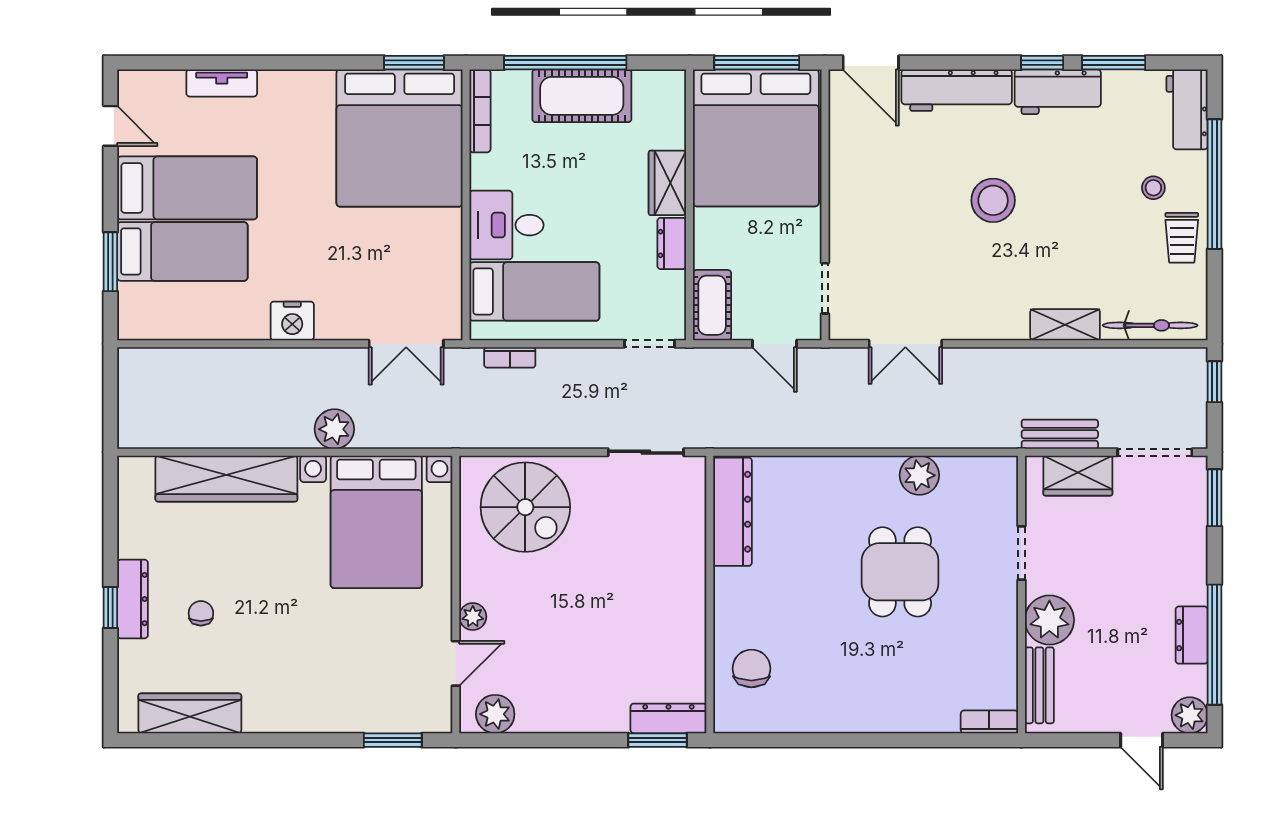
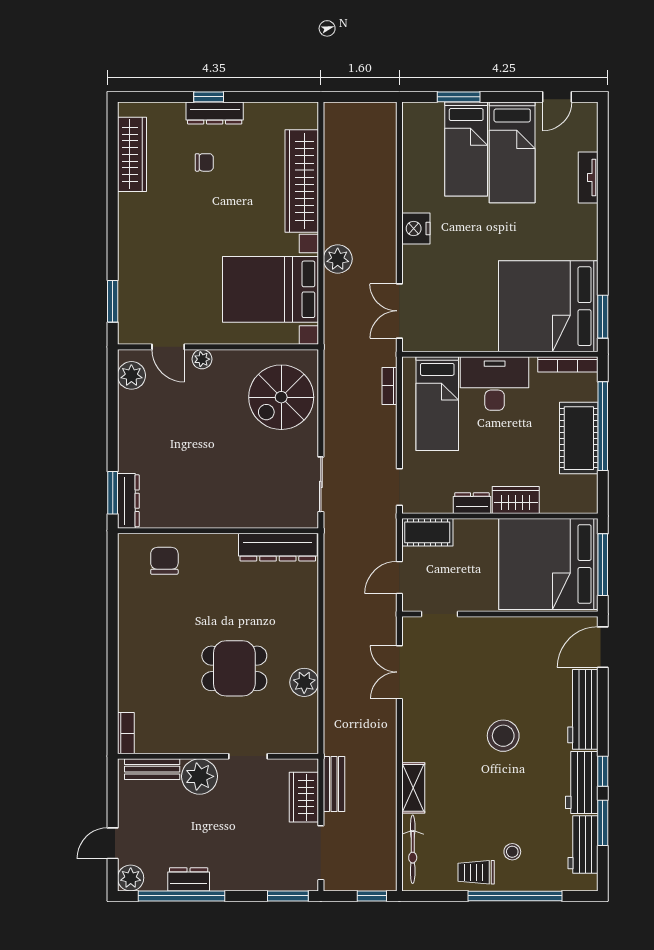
workbench: (1187, 109) -> (583, 845), moved, turned -90
desk: (506, 225) -> (495, 384), width x1.37
chair: (751, 668) -> (164, 561), turned -90

